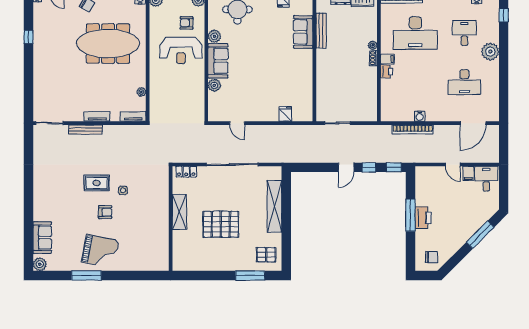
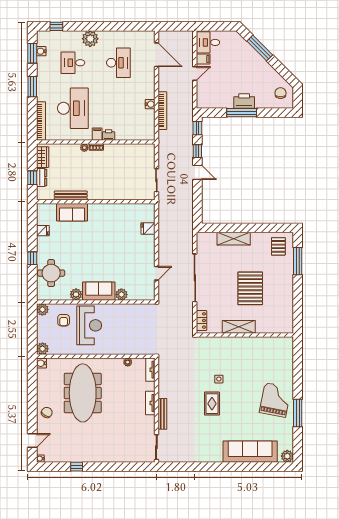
shelving: (274, 206) -> (234, 239), width x0.68
armchair: (105, 212) -> (239, 396), removed
sofa: (42, 238) -> (250, 452), width x1.85, depth x1.27

